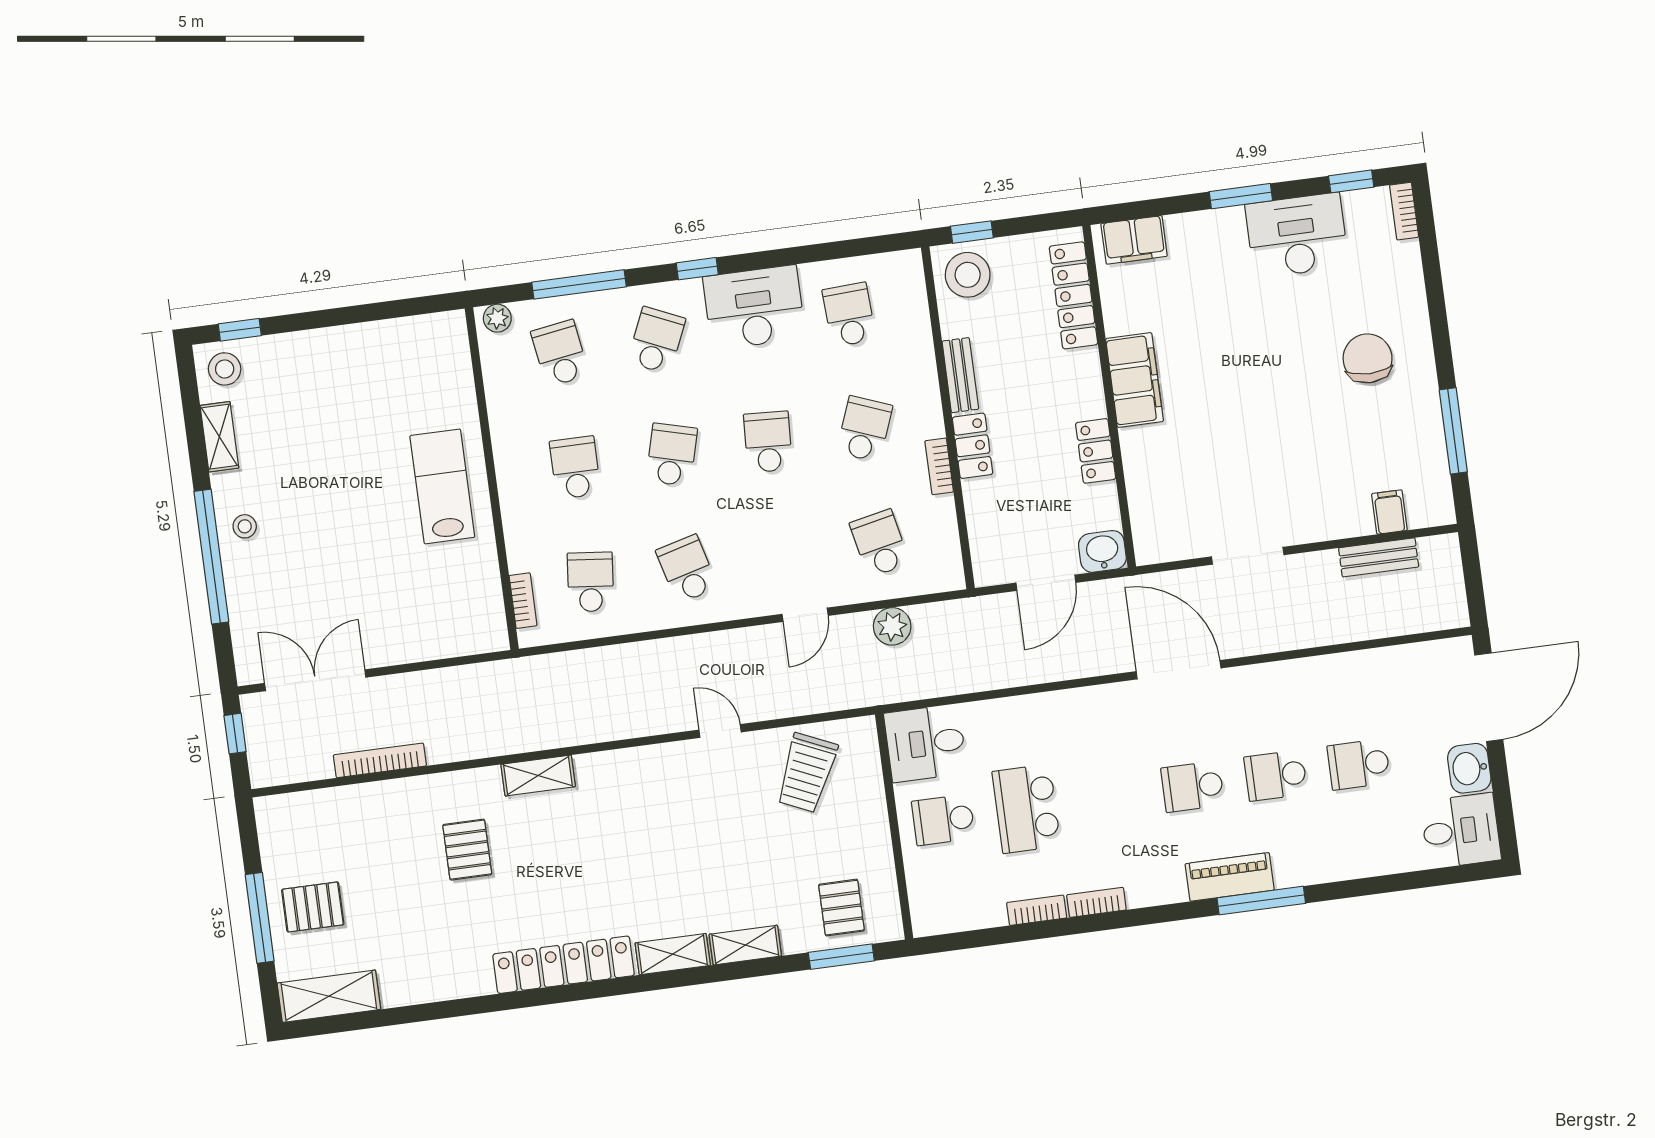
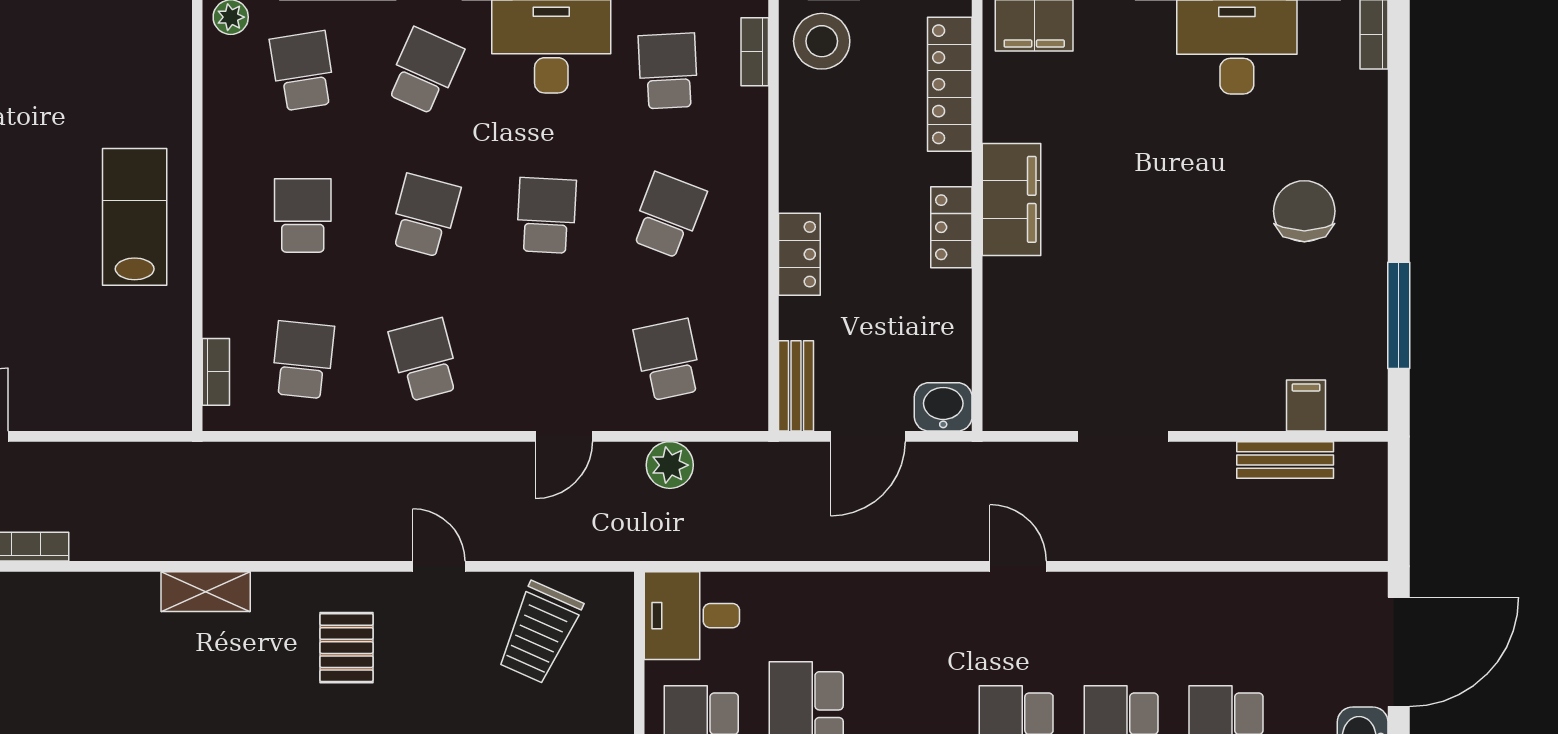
bench: (960, 375) -> (796, 386), moved
locker: (1096, 451) -> (951, 227), moved
bookcase: (939, 466) -> (755, 52), moved
door: (1179, 670) -> (1018, 566), width x0.53
pallet: (467, 850) -> (346, 648), moved

